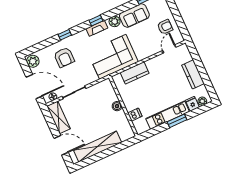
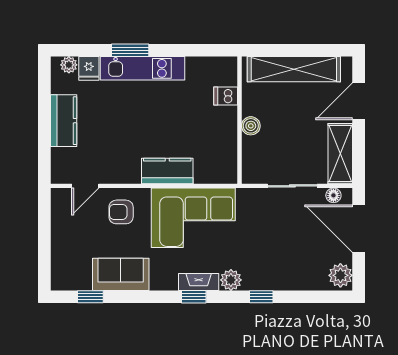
plant: (115, 21) -> (231, 280), moved
armchair: (165, 27) -> (121, 212), moved
armchair: (64, 57) -> (281, 257), removed
boiler: (117, 106) -> (251, 126), moved
wall: (123, 106) -> (239, 120), moved
dishwasher: (135, 115) -> (226, 96), moved
door: (61, 145) -> (359, 101), hinge flipped

